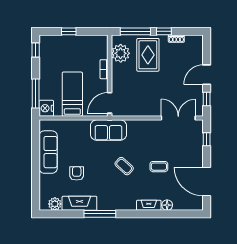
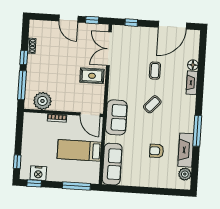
window: (69, 31) -> (17, 162), moved
rug: (148, 55) -> (92, 76), moved, width x0.73, depth x0.70
nightstand: (46, 108) -> (38, 173), moved
sofa: (48, 152) -> (112, 164), moved, turned 90

